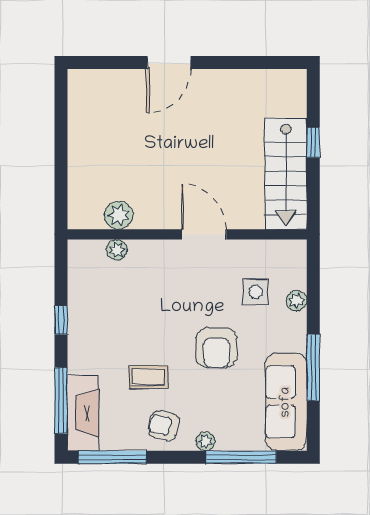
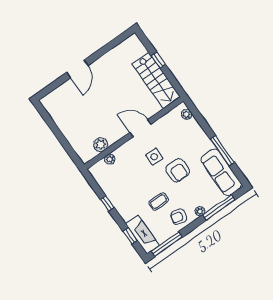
side table: (256, 292) -> (154, 157), moved
plant: (297, 301) -> (187, 114), moved
window: (61, 400) -> (130, 236), width x0.46

